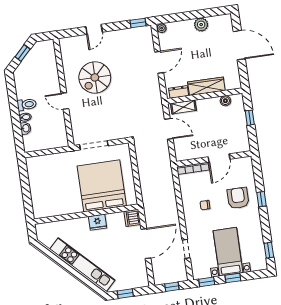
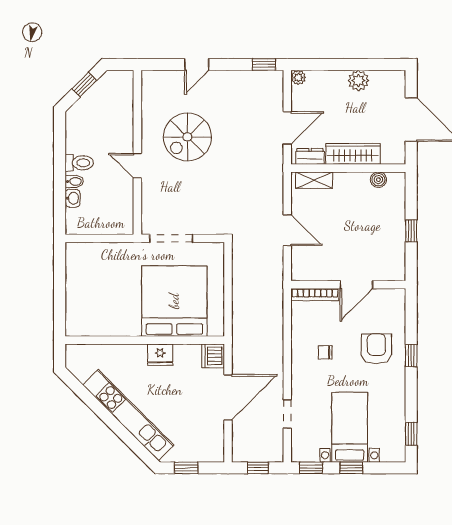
wardrobe: (206, 86) -> (353, 154), moved
dresser: (179, 92) -> (310, 156), moved
wall: (205, 96) -> (348, 168), moved
boiler: (225, 101) -> (378, 180), moved
shelving: (183, 107) -> (314, 180), moved

